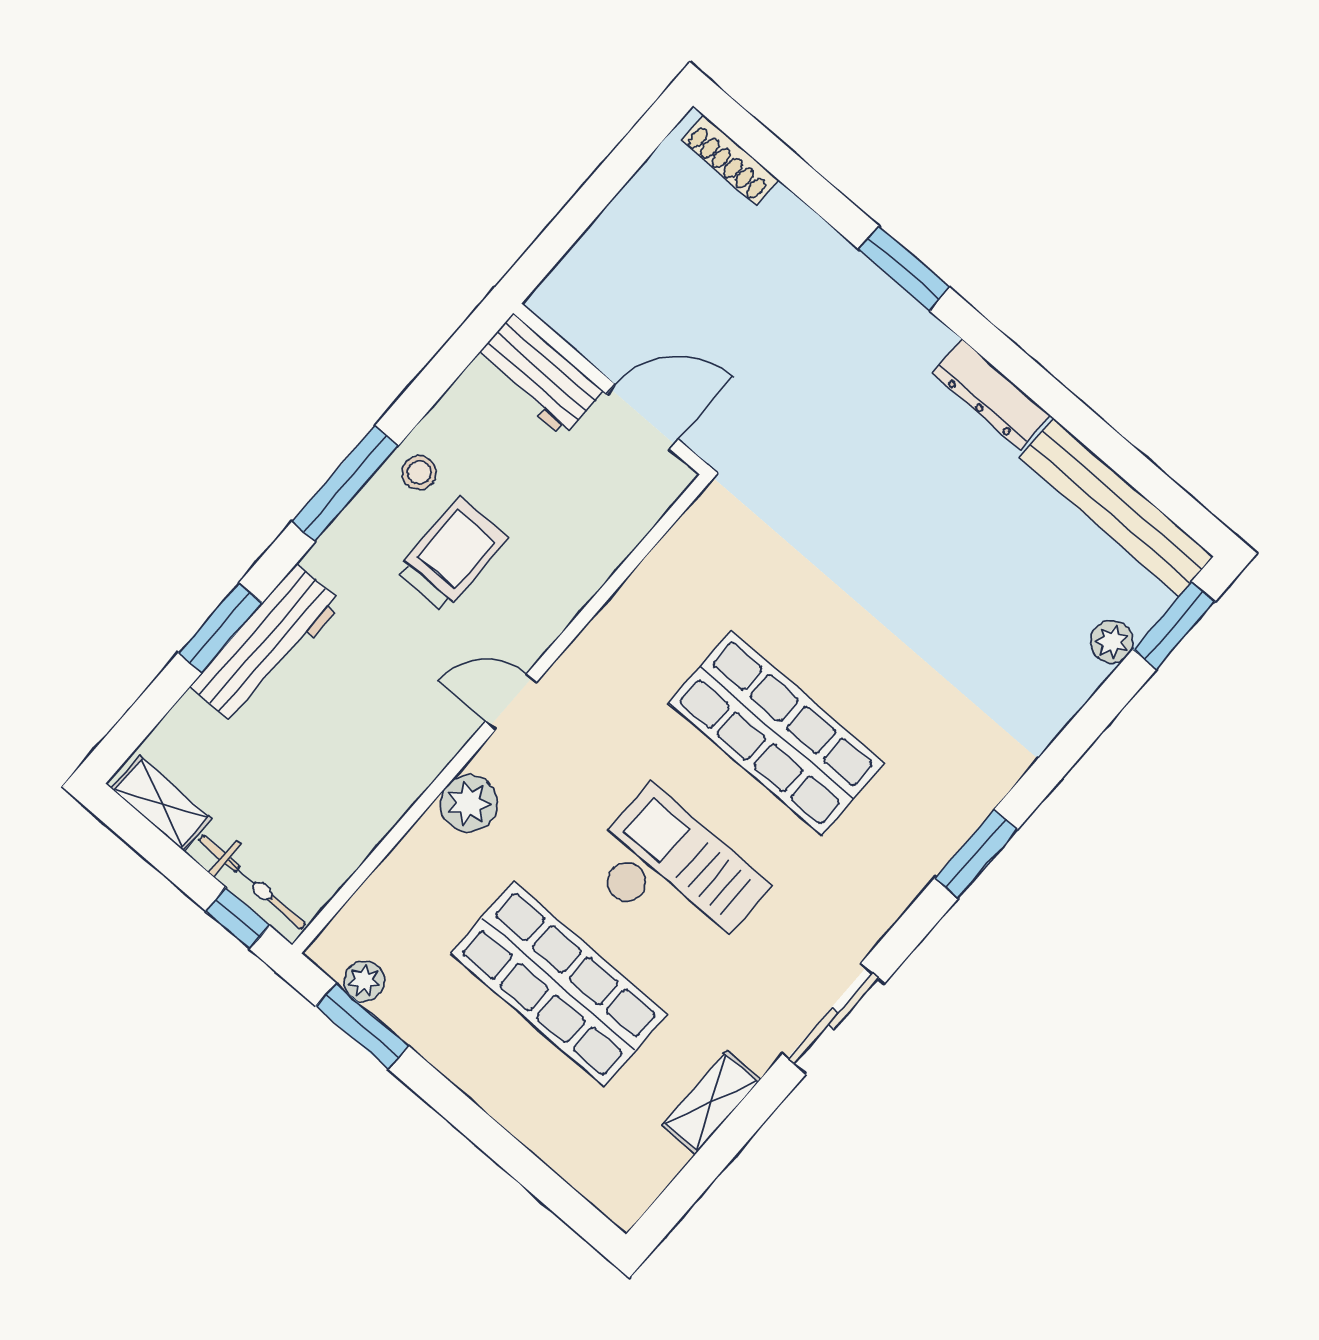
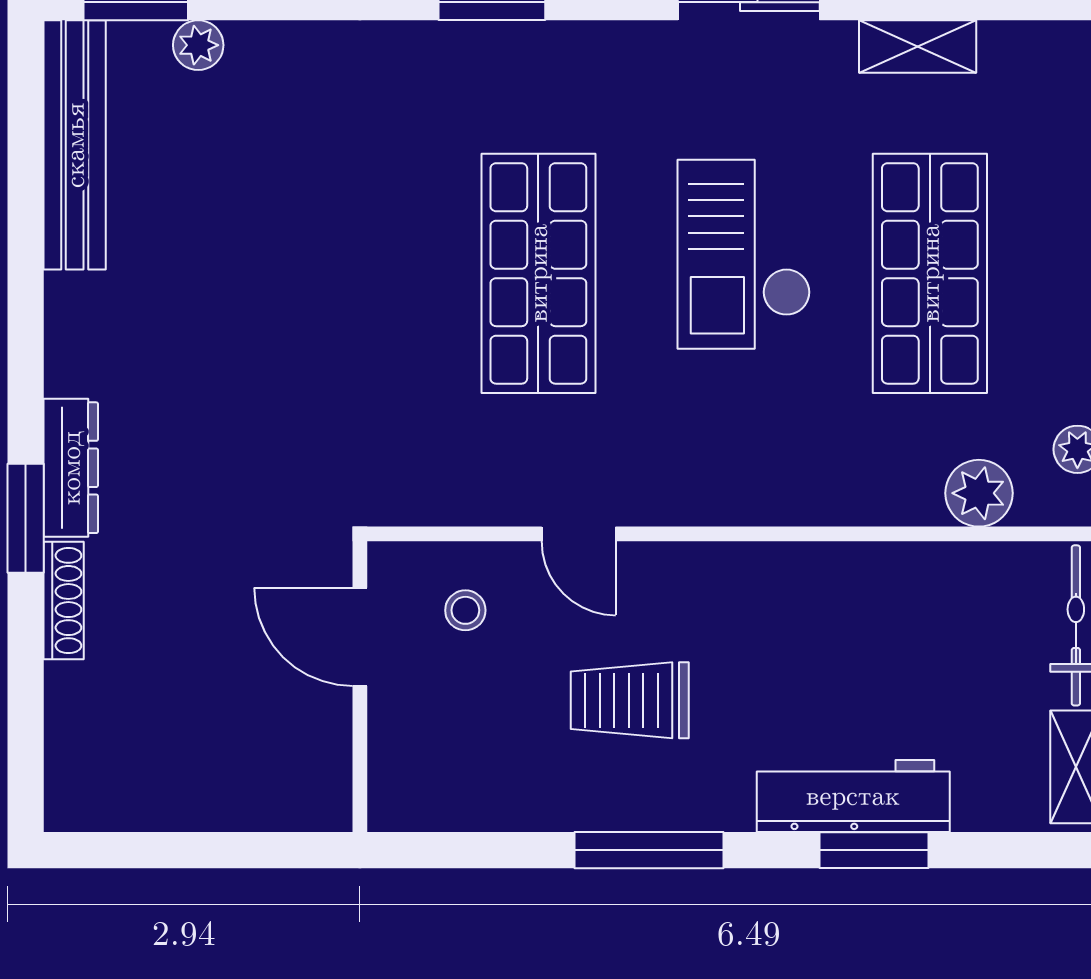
shoe rack: (730, 160) -> (64, 601), moved
workbench: (538, 375) -> (403, 762), removed
dresser: (991, 394) -> (71, 468), moved
stool: (419, 473) -> (465, 610), moved
door: (511, 702) -> (579, 534), moved
plant: (469, 803) -> (979, 493), moved

